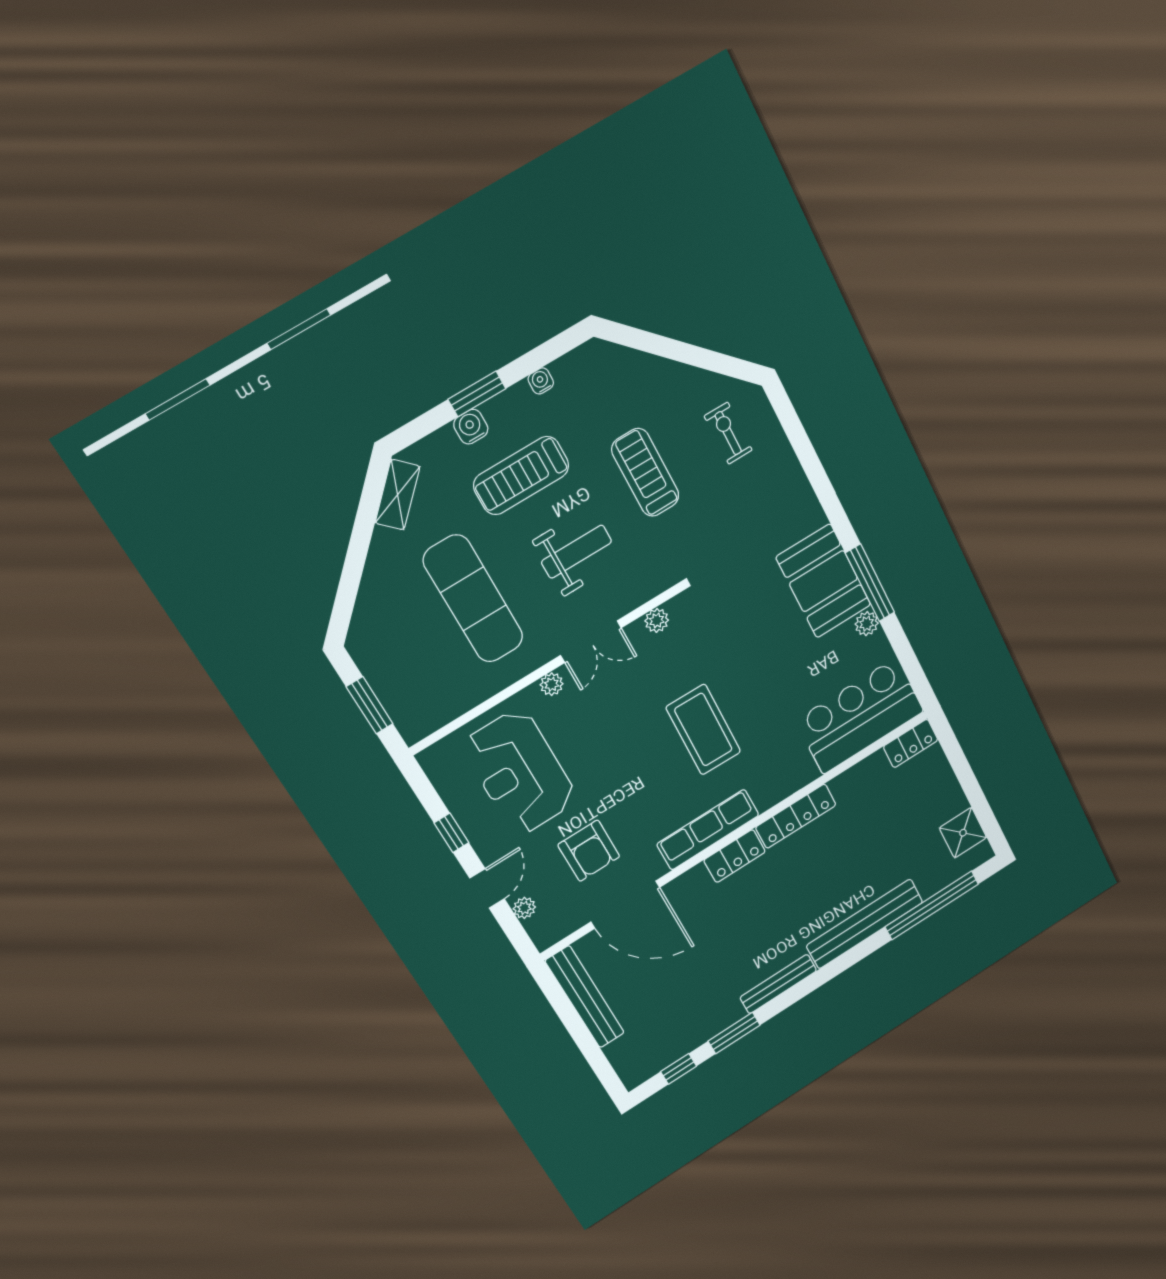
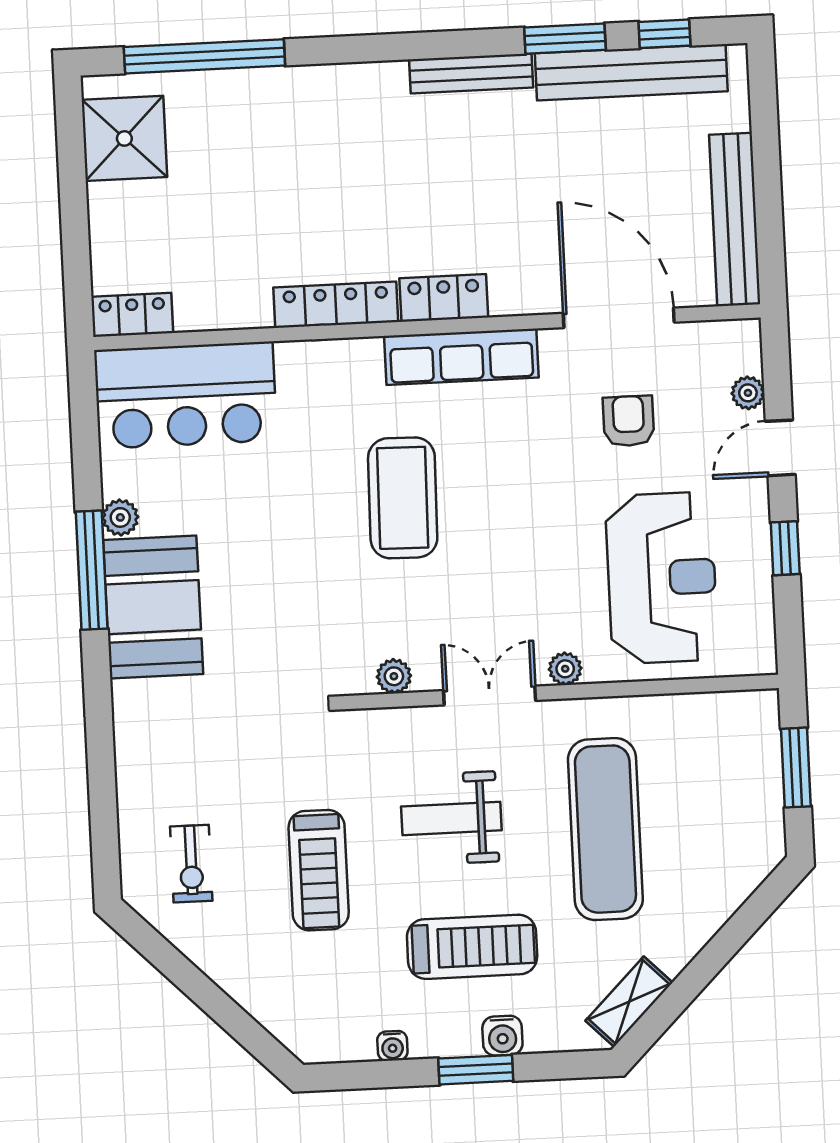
shower: (963, 833) -> (124, 138), width x1.36, depth x1.36
armchair: (589, 851) -> (628, 421), width x0.72, depth x0.72
bench: (865, 924) -> (631, 72), moved

